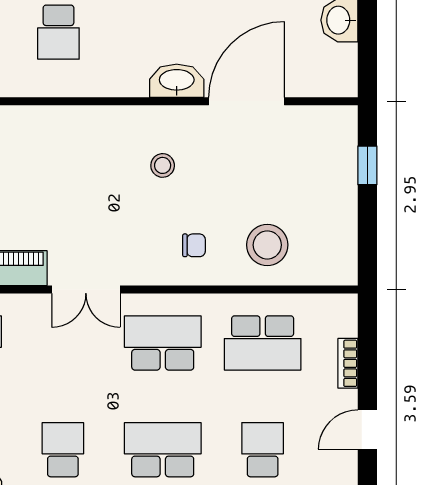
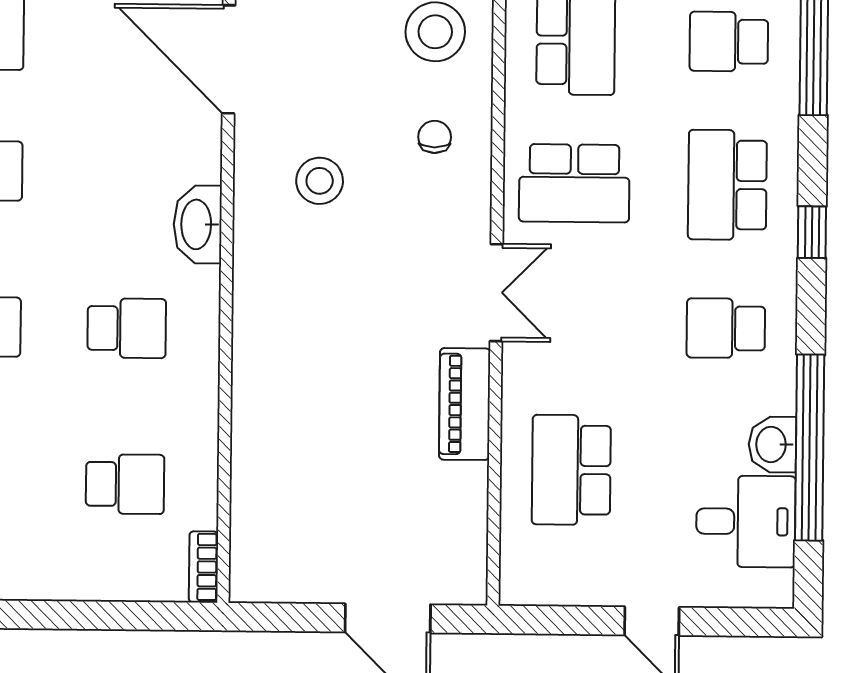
washbasin: (177, 81) -> (198, 224), moved
stool: (163, 165) -> (320, 181), width x1.37, depth x1.37
school desk: (163, 343) -> (574, 183), turned -90

